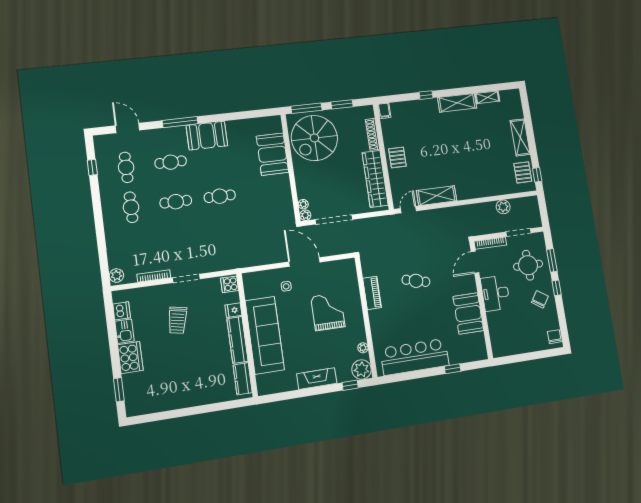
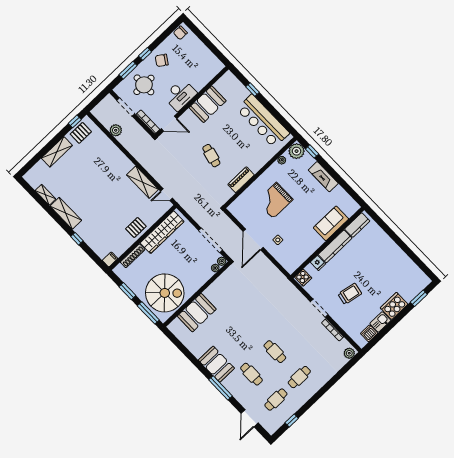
cafe table: (220, 196) -> (250, 326), removed
sofa: (265, 335) -> (331, 223), width x0.54, depth x0.79

